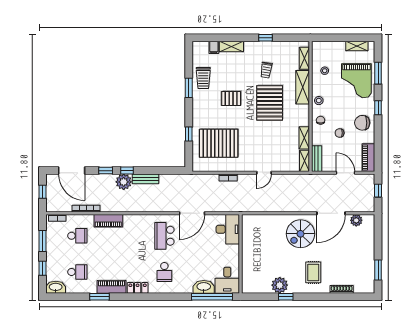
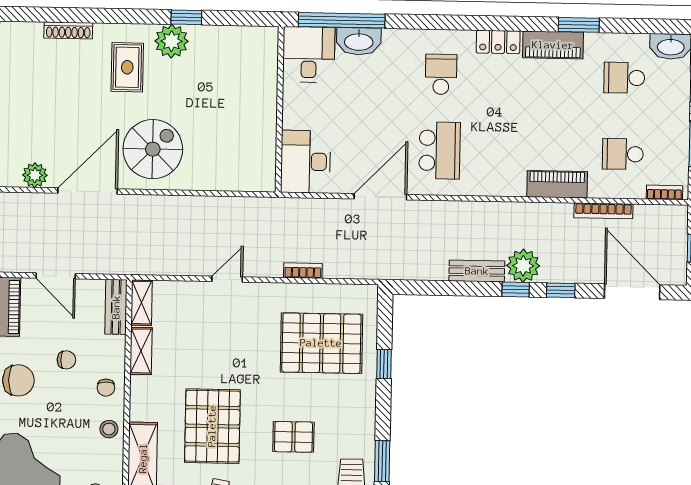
plant: (280, 285) -> (171, 41), moved

